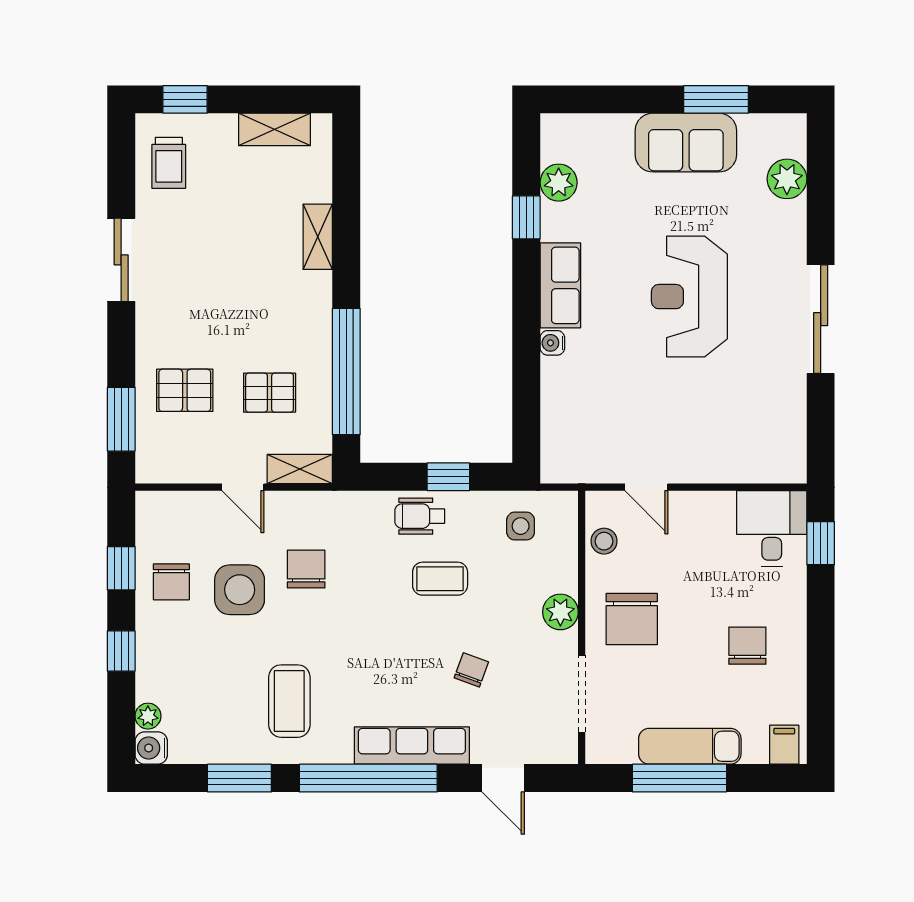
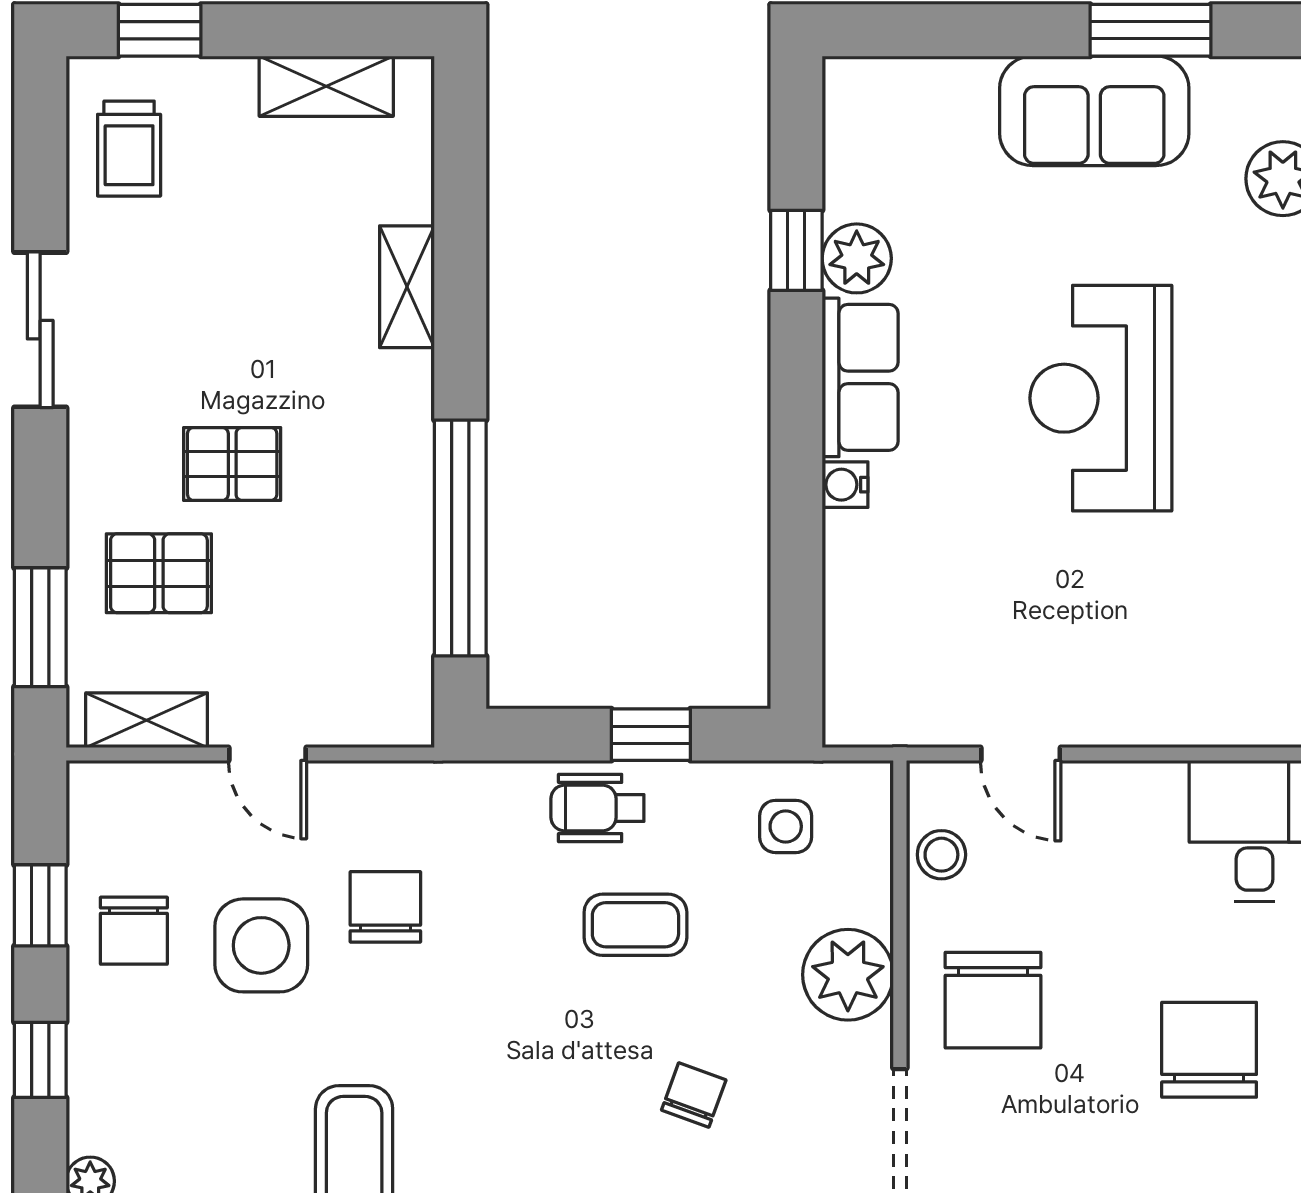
plant: (559, 183) -> (857, 258), moved
pallet: (270, 393) -> (232, 464), moved
shelving: (300, 469) -> (147, 720), moved
plant: (560, 612) -> (848, 975), width x1.36, depth x1.36
chair: (747, 646) -> (1209, 1050), width x1.37, depth x1.37

